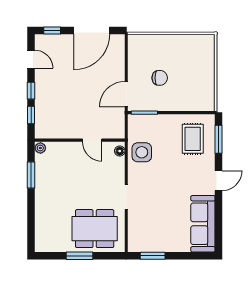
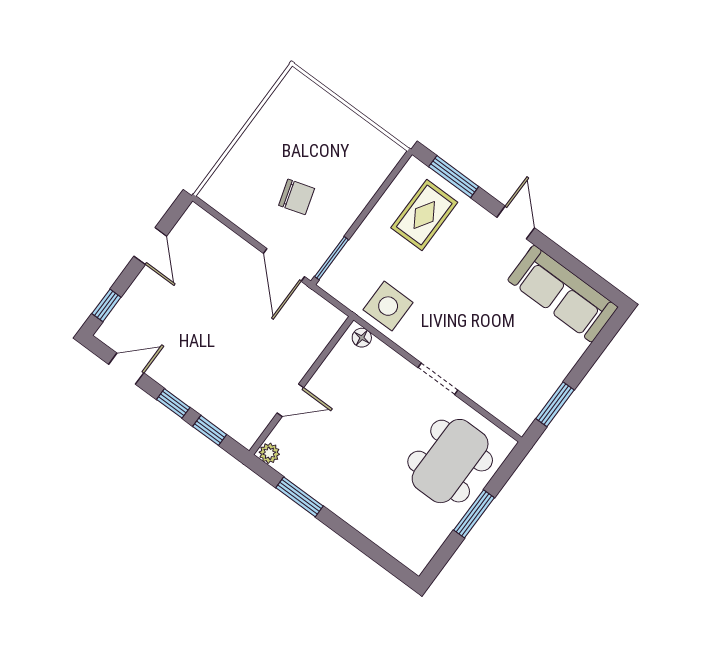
door: (92, 30) -> (150, 246), width x0.53
chair: (160, 78) -> (297, 197), turned 73
rug: (193, 139) -> (424, 215), turned 90
door: (92, 140) -> (290, 400), moved

